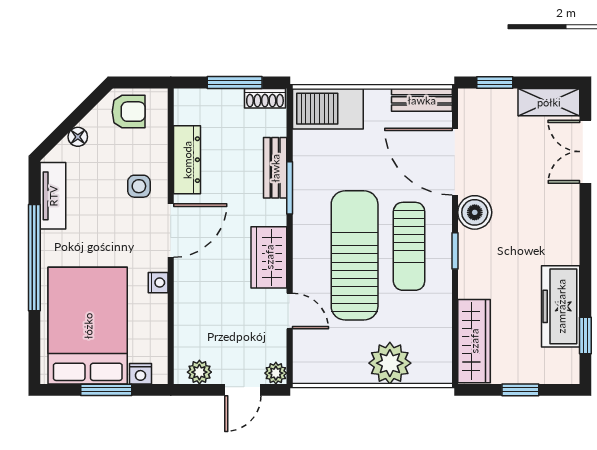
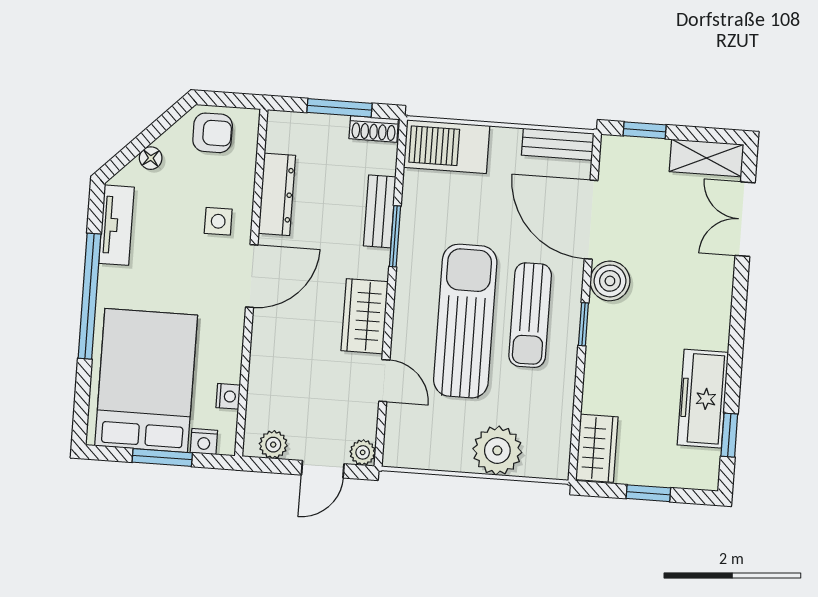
nightstand: (158, 283) -> (228, 396), moved
wardrobe: (474, 341) -> (597, 448), width x0.67

